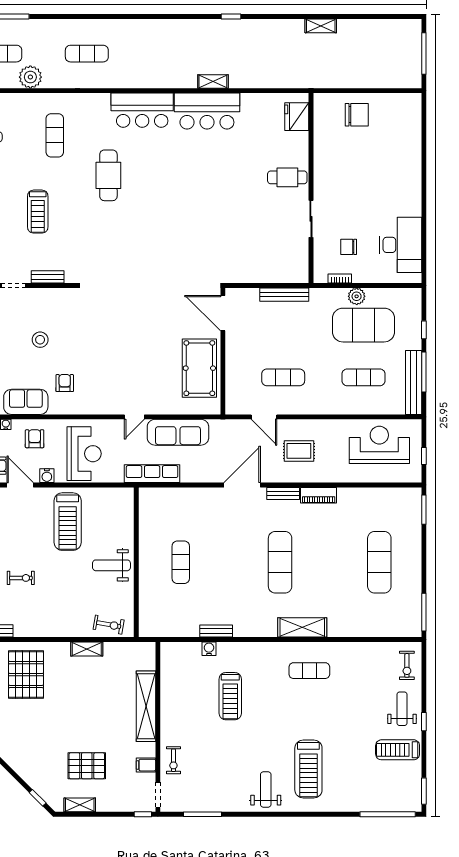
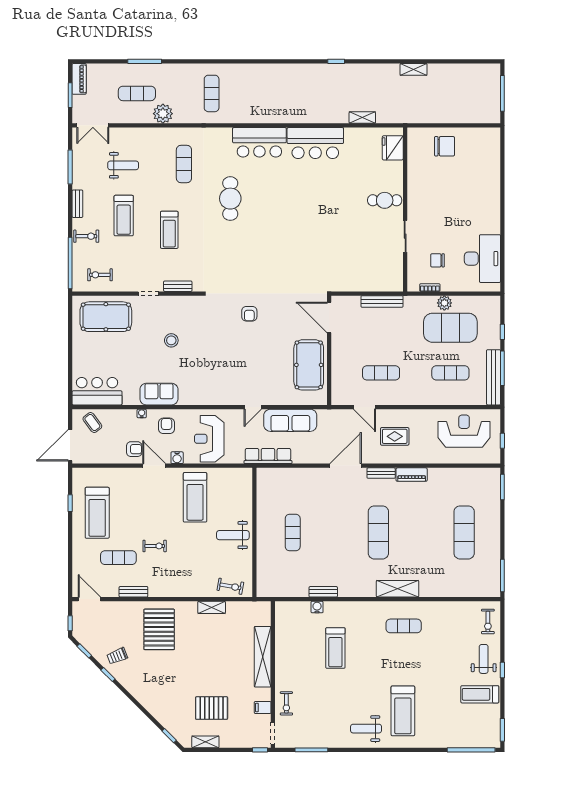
exercise mat: (87, 54) -> (212, 93), turned 90
shelving: (213, 82) -> (362, 118), moved
armchair: (65, 383) -> (249, 314), moved, turned 180
reception desk: (84, 454) -> (209, 439), turned 180
weight bench: (266, 789) -> (366, 729), turned -90

